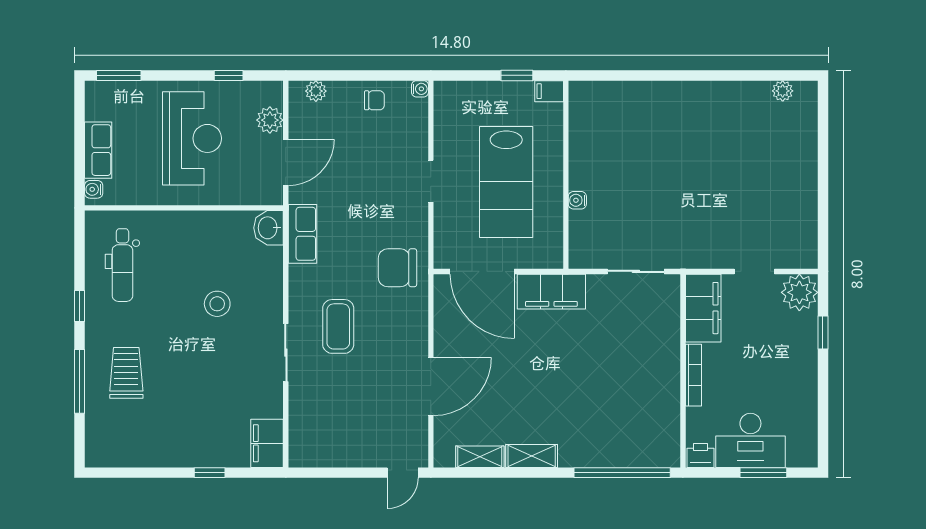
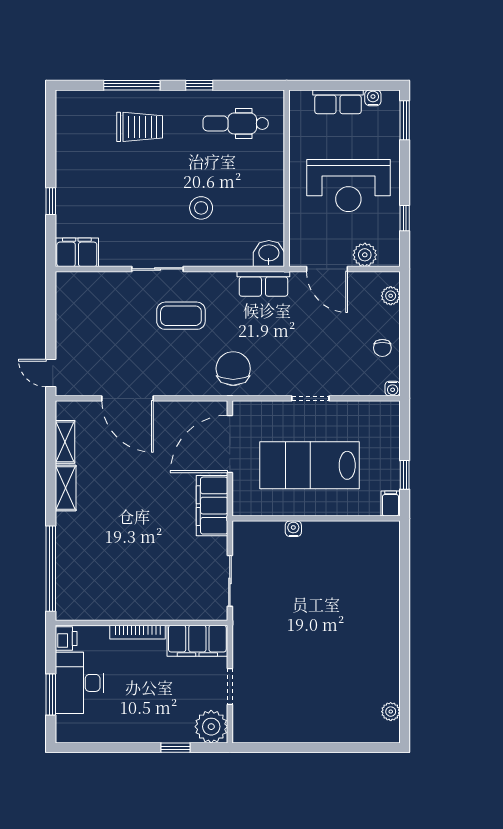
water cooler: (94, 189) -> (373, 98), moved

